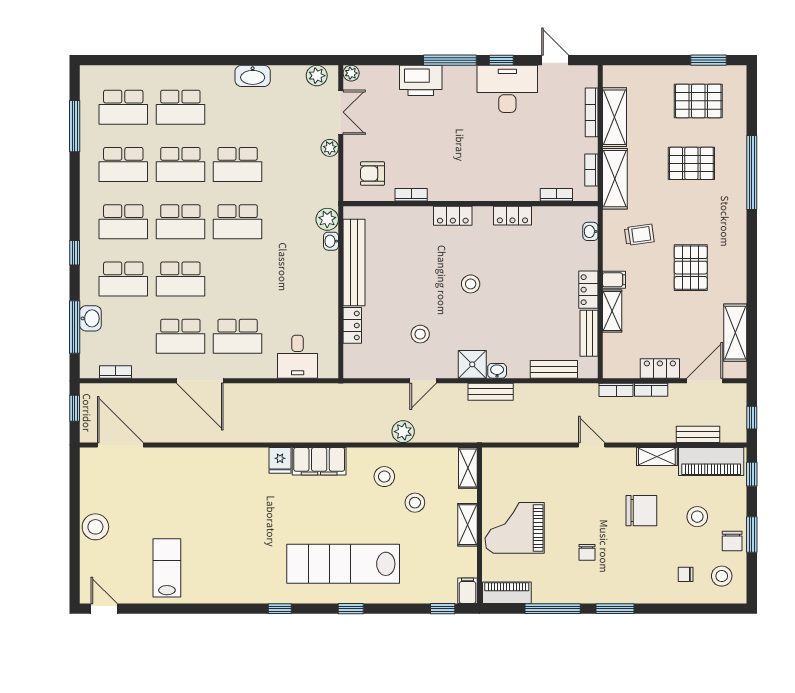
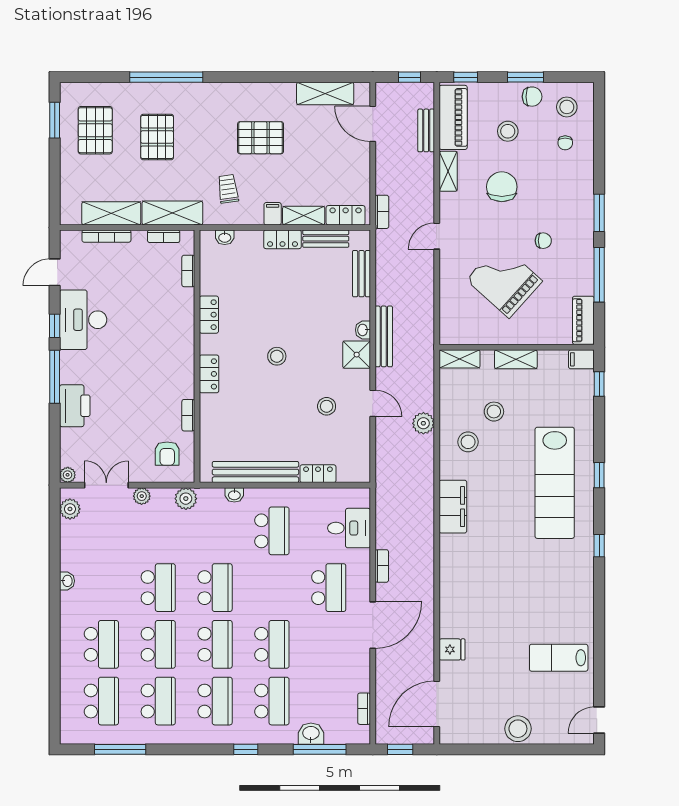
washbasin: (253, 76) -> (67, 581), width x0.52, depth x0.69
plant: (327, 219) -> (186, 499), moved
school desk: (180, 336) -> (272, 531), moved
locker: (660, 368) -> (346, 215), moved, turned 90
bookcase: (651, 390) -> (382, 566), moved
bench: (491, 392) -> (384, 336), width x1.36
fridge: (280, 460) -> (452, 649), moved
grand piano: (515, 528) -> (504, 280), moved, turned 132

